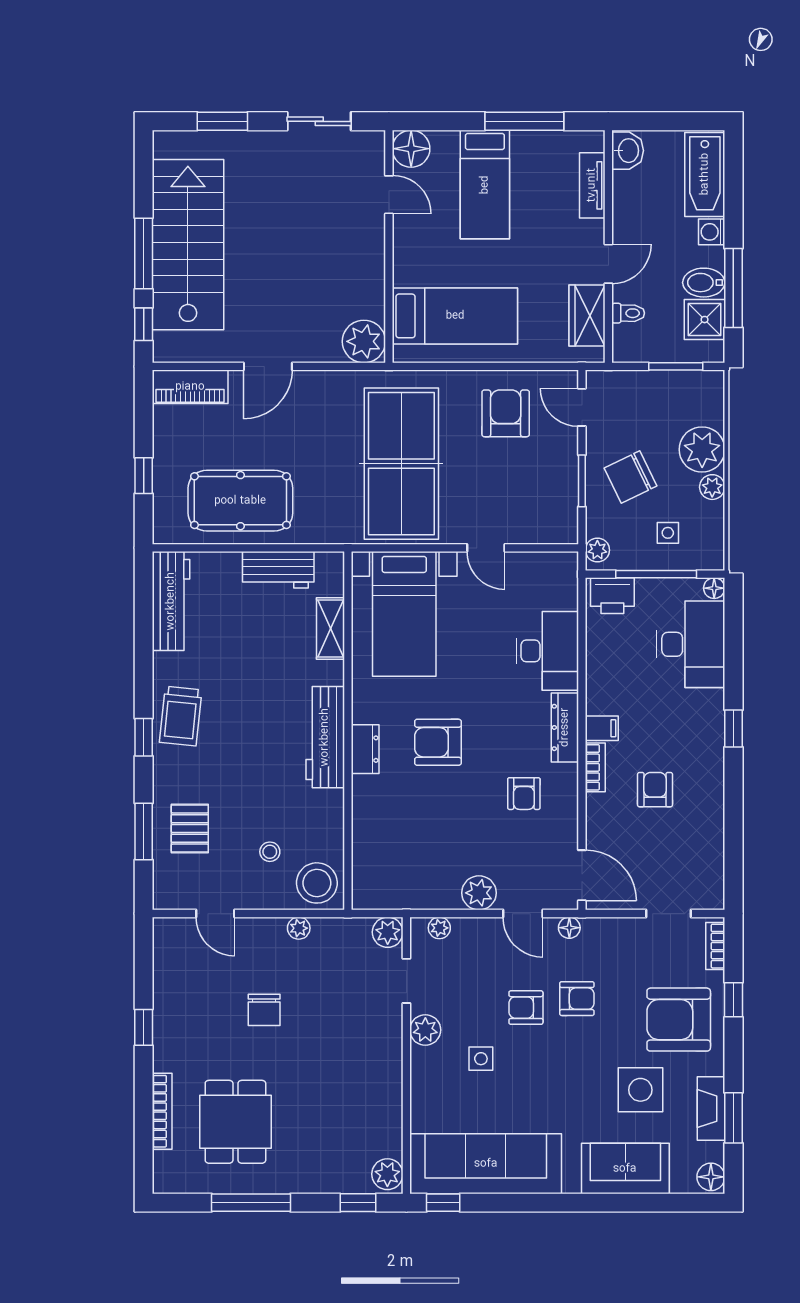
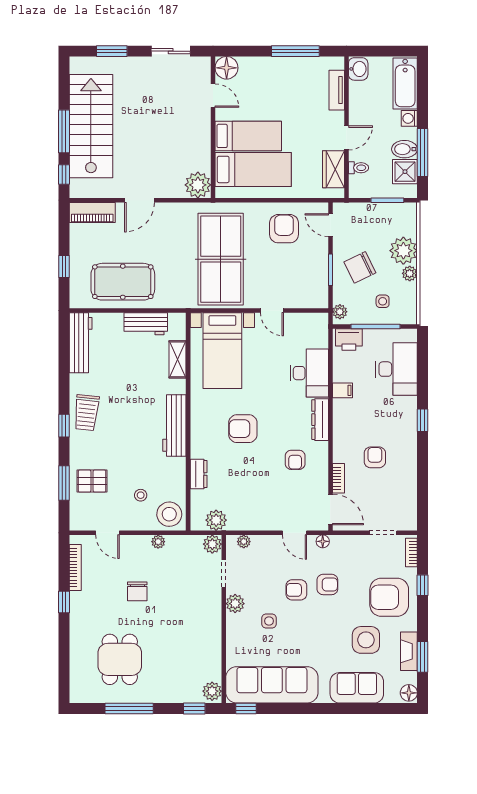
bed: (485, 185) -> (248, 136), moved, turned -90
floor lamp: (714, 588) -> (411, 335), removed
filing cabinet: (602, 728) -> (342, 390), moved
dresser: (365, 749) -> (199, 474), moved
bookcase: (595, 767) -> (338, 478), moved
pallet: (190, 828) -> (92, 481), turned 90
plant: (479, 893) -> (216, 520), moved
bookcase: (162, 1111) -> (75, 567), moved

